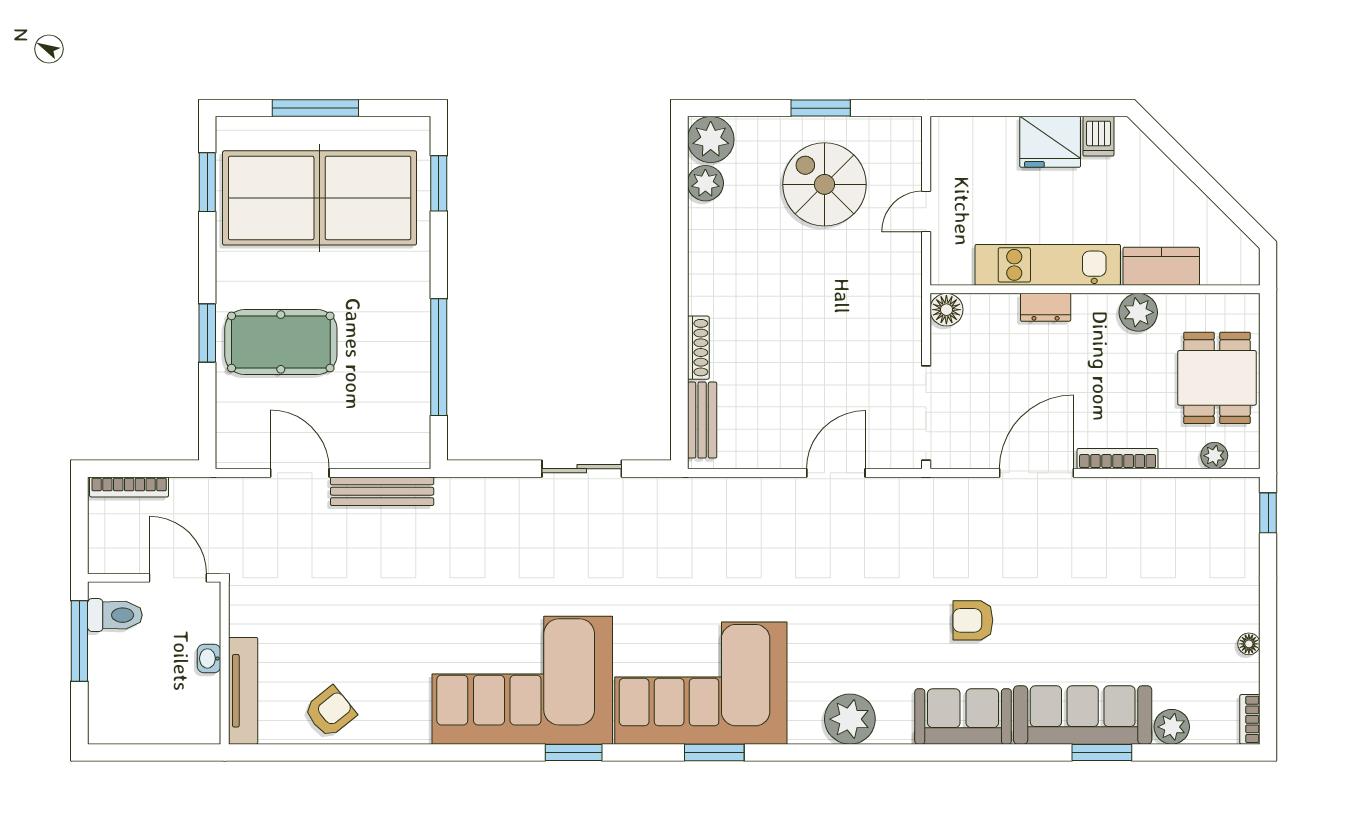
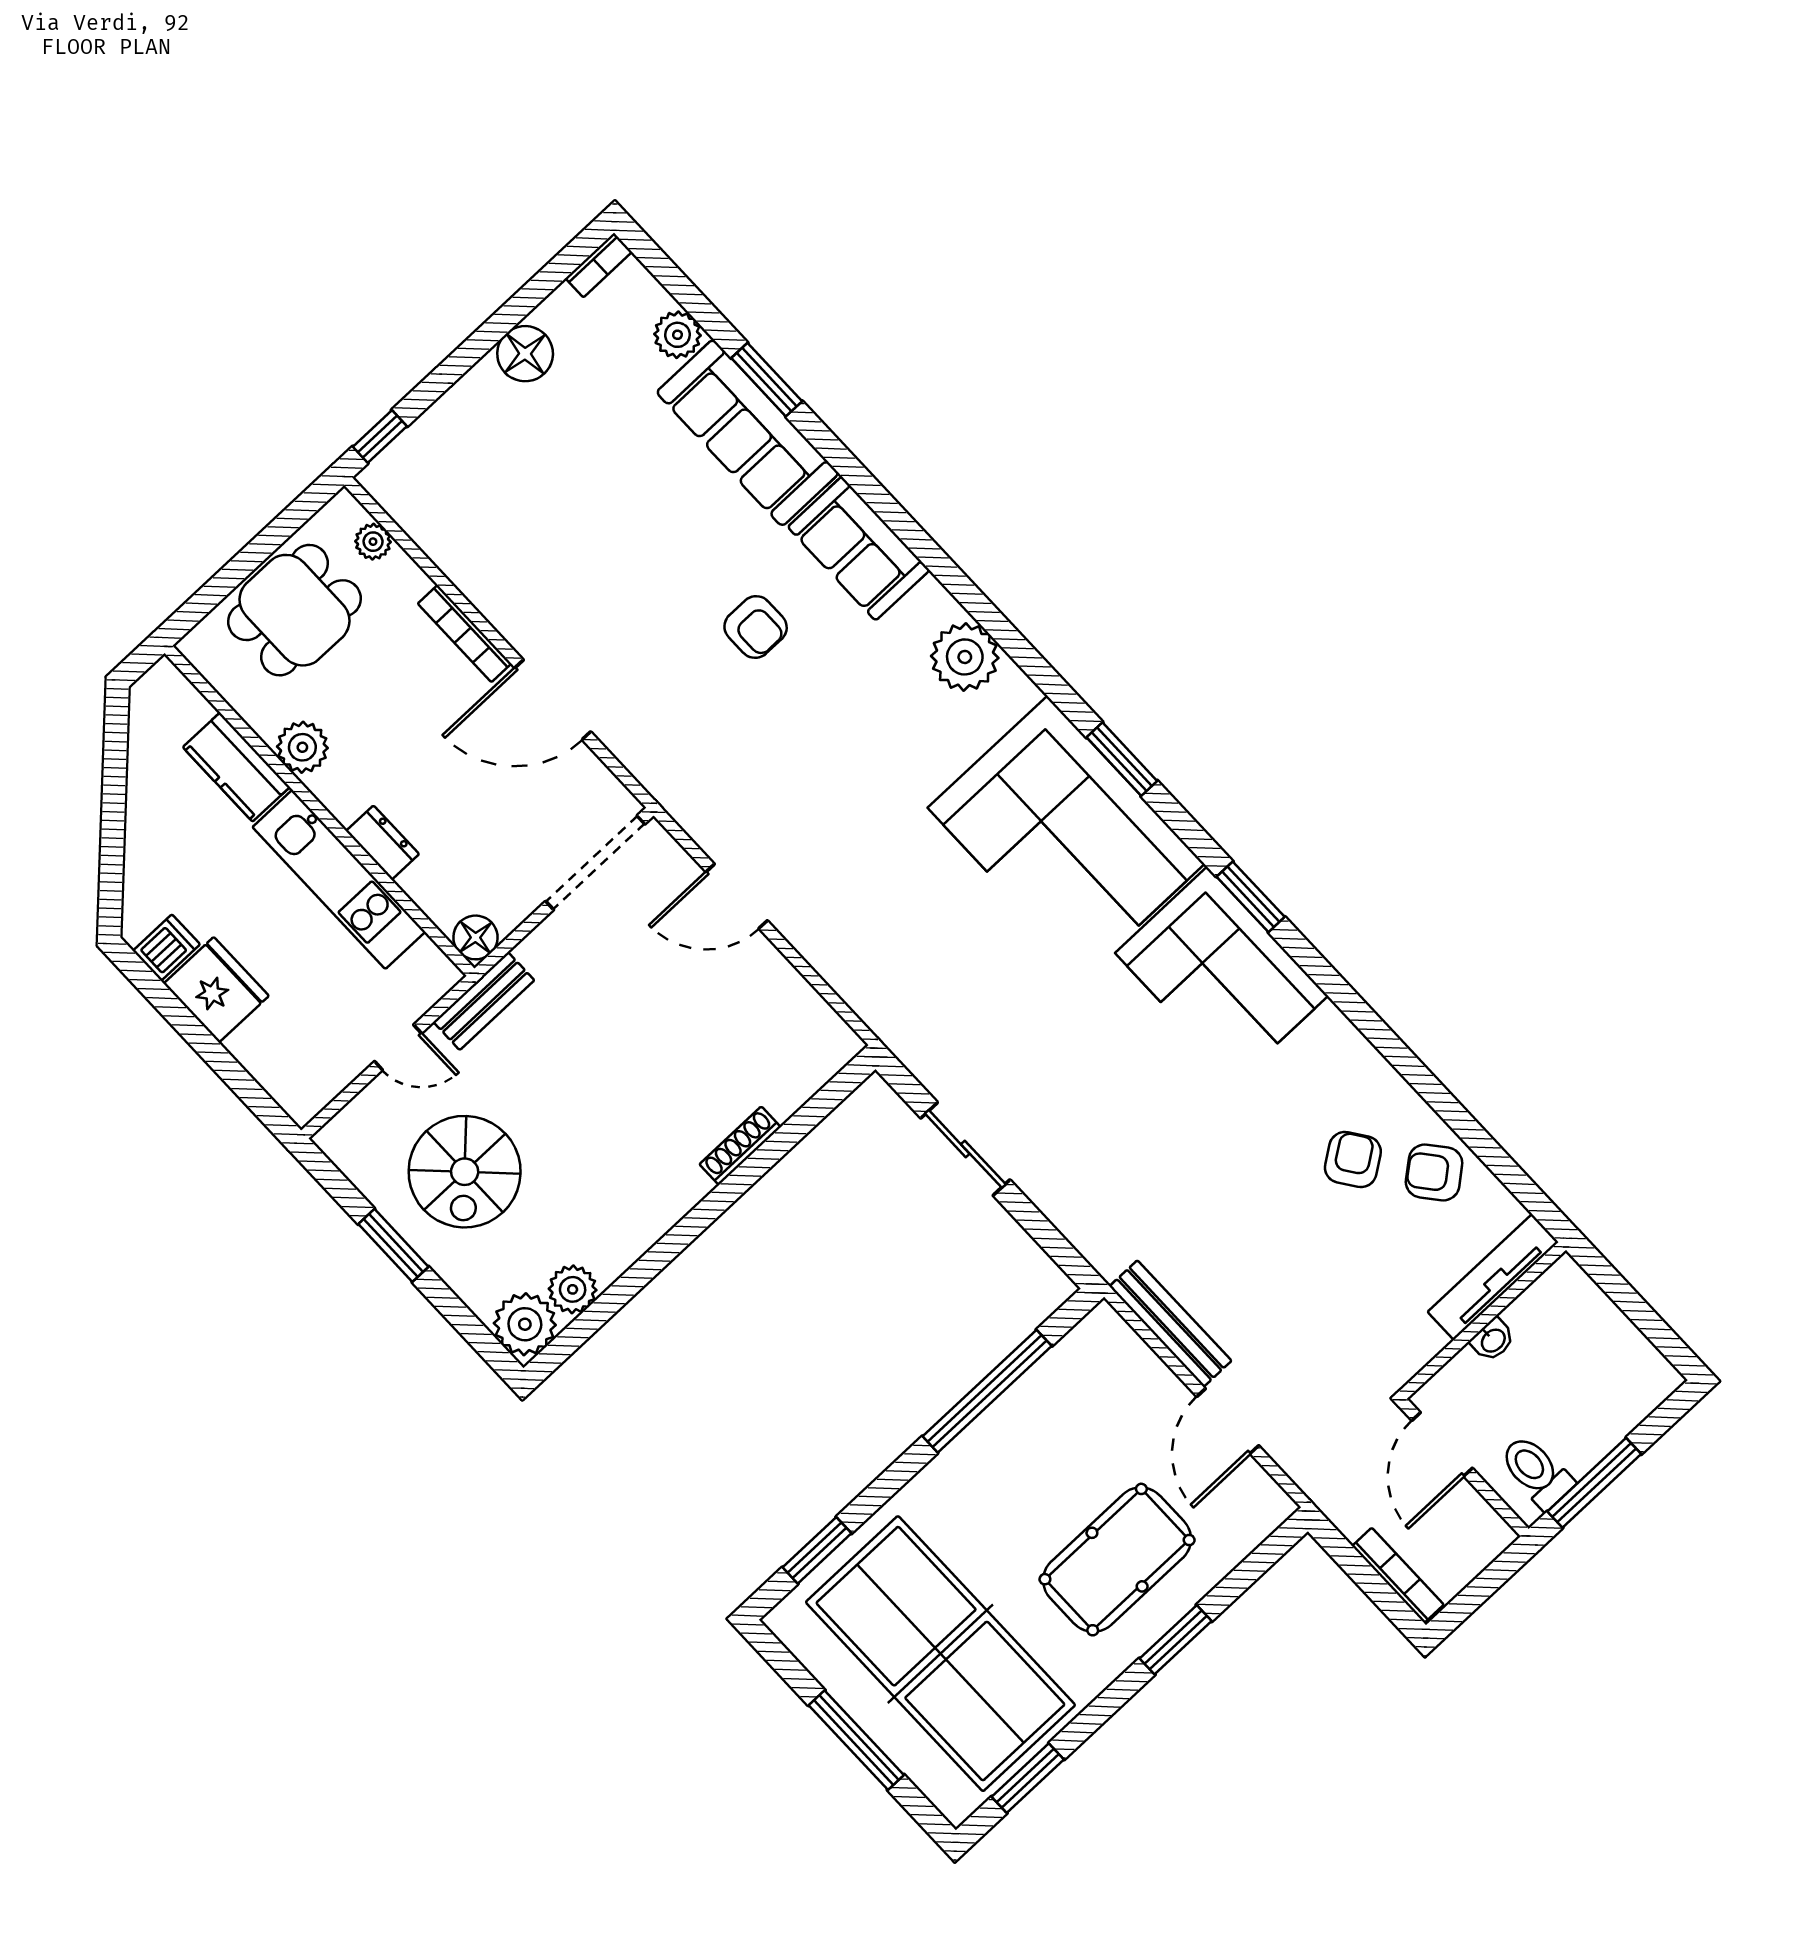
pool table: (281, 342) -> (1117, 1560), turned 90
bench: (702, 420) -> (484, 1001), moved
floor lamp: (1249, 644) -> (525, 354), width x1.89, depth x1.89
armchair: (378, 674) -> (1353, 1160), added
corner sofa: (522, 680) -> (1222, 974), width x0.73, depth x0.74

